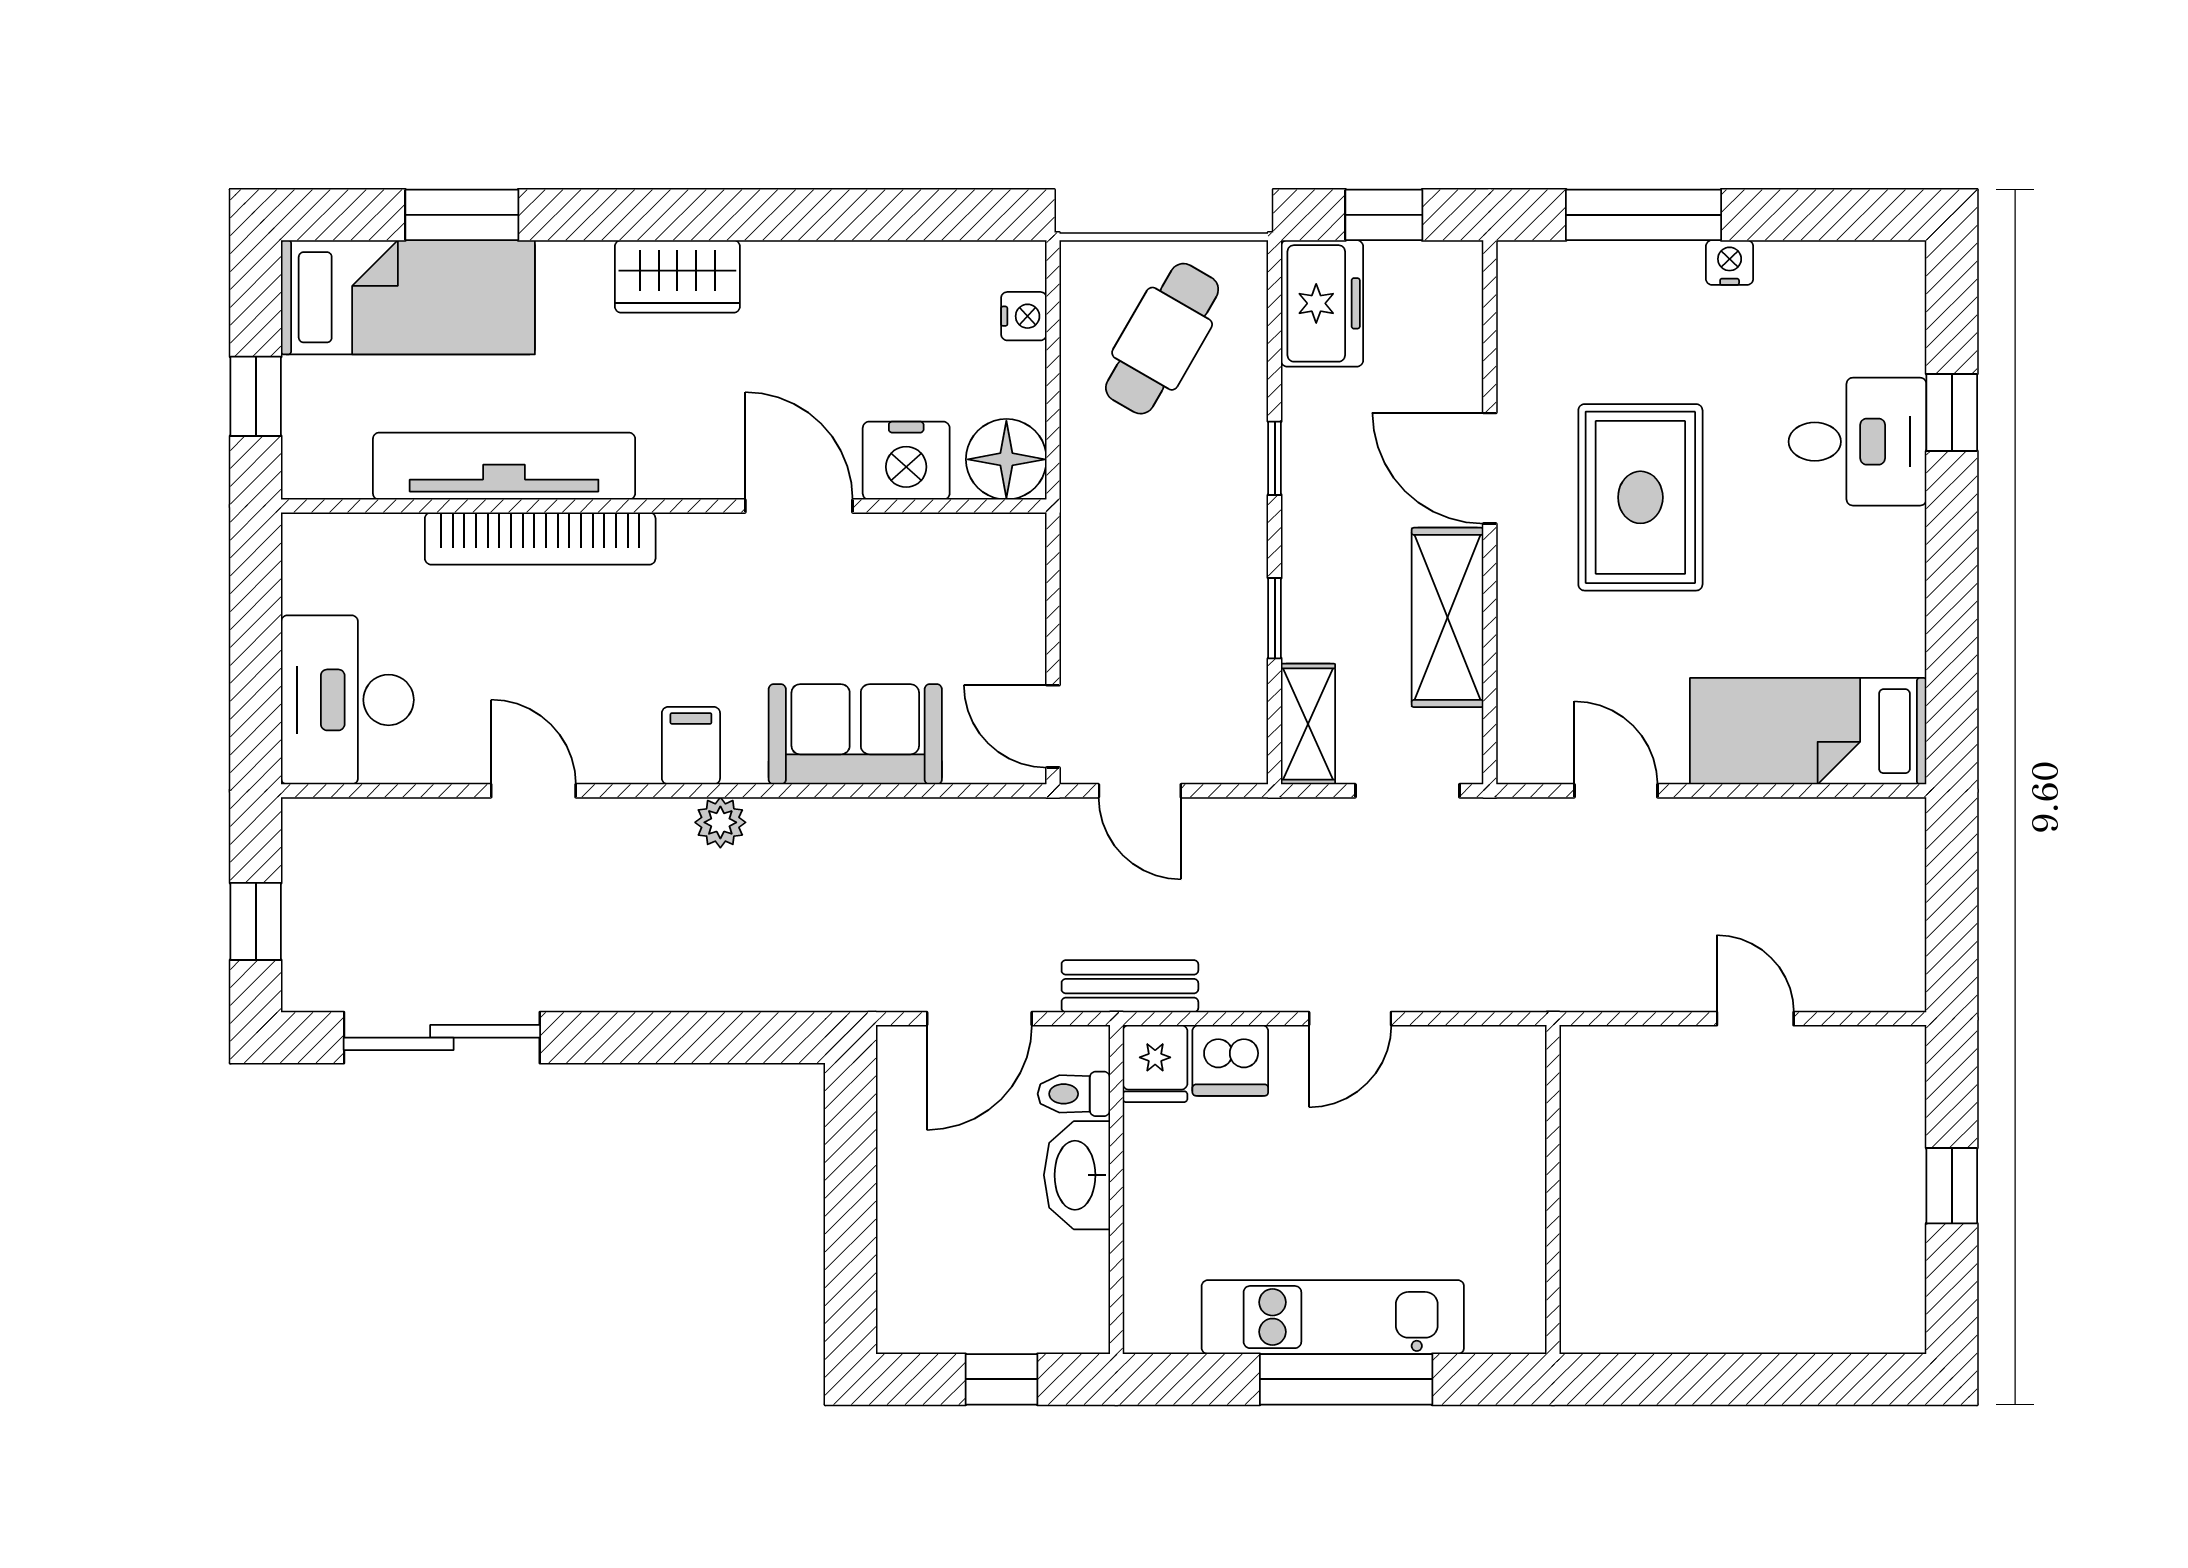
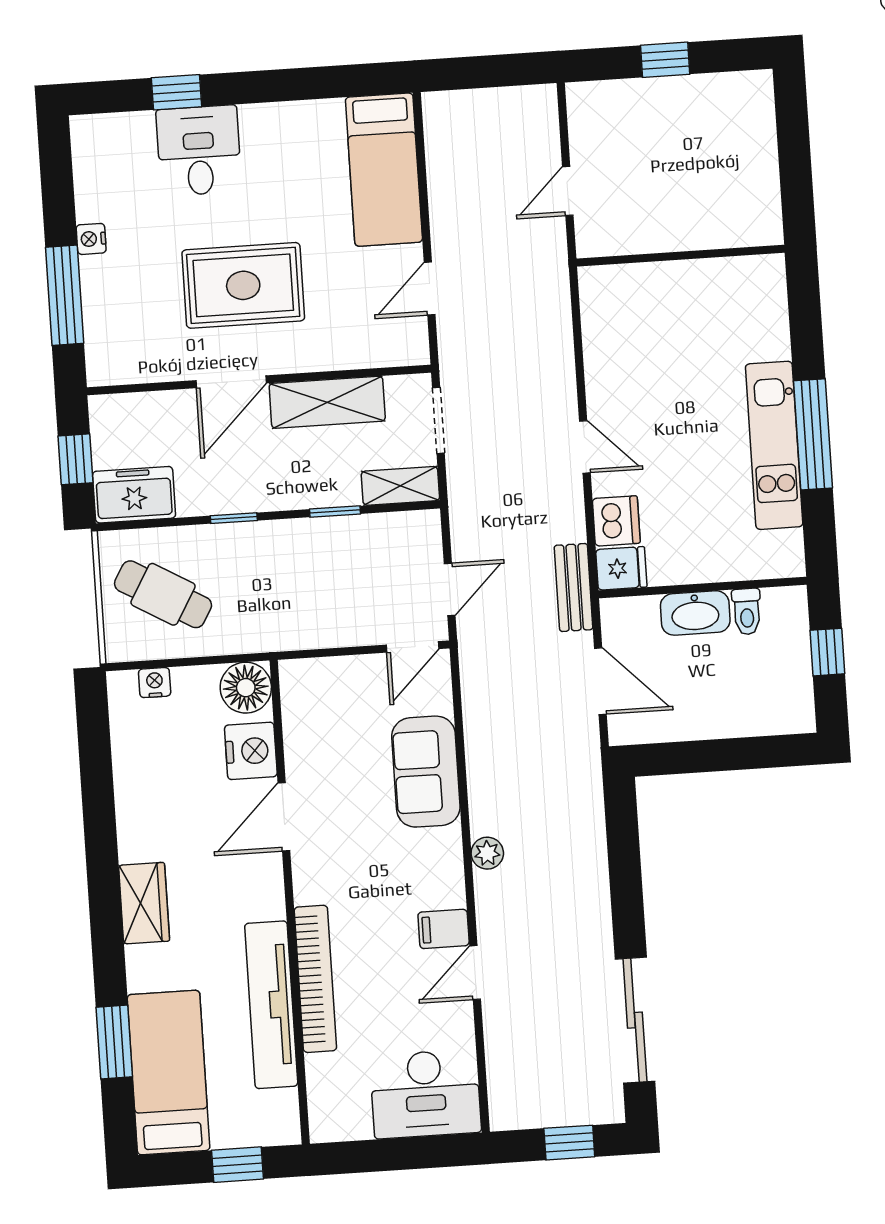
filing cabinet: (691, 746) -> (444, 929), moved
toilet: (1074, 1094) -> (747, 612), moved
wall: (1553, 1189) -> (681, 256), moved

